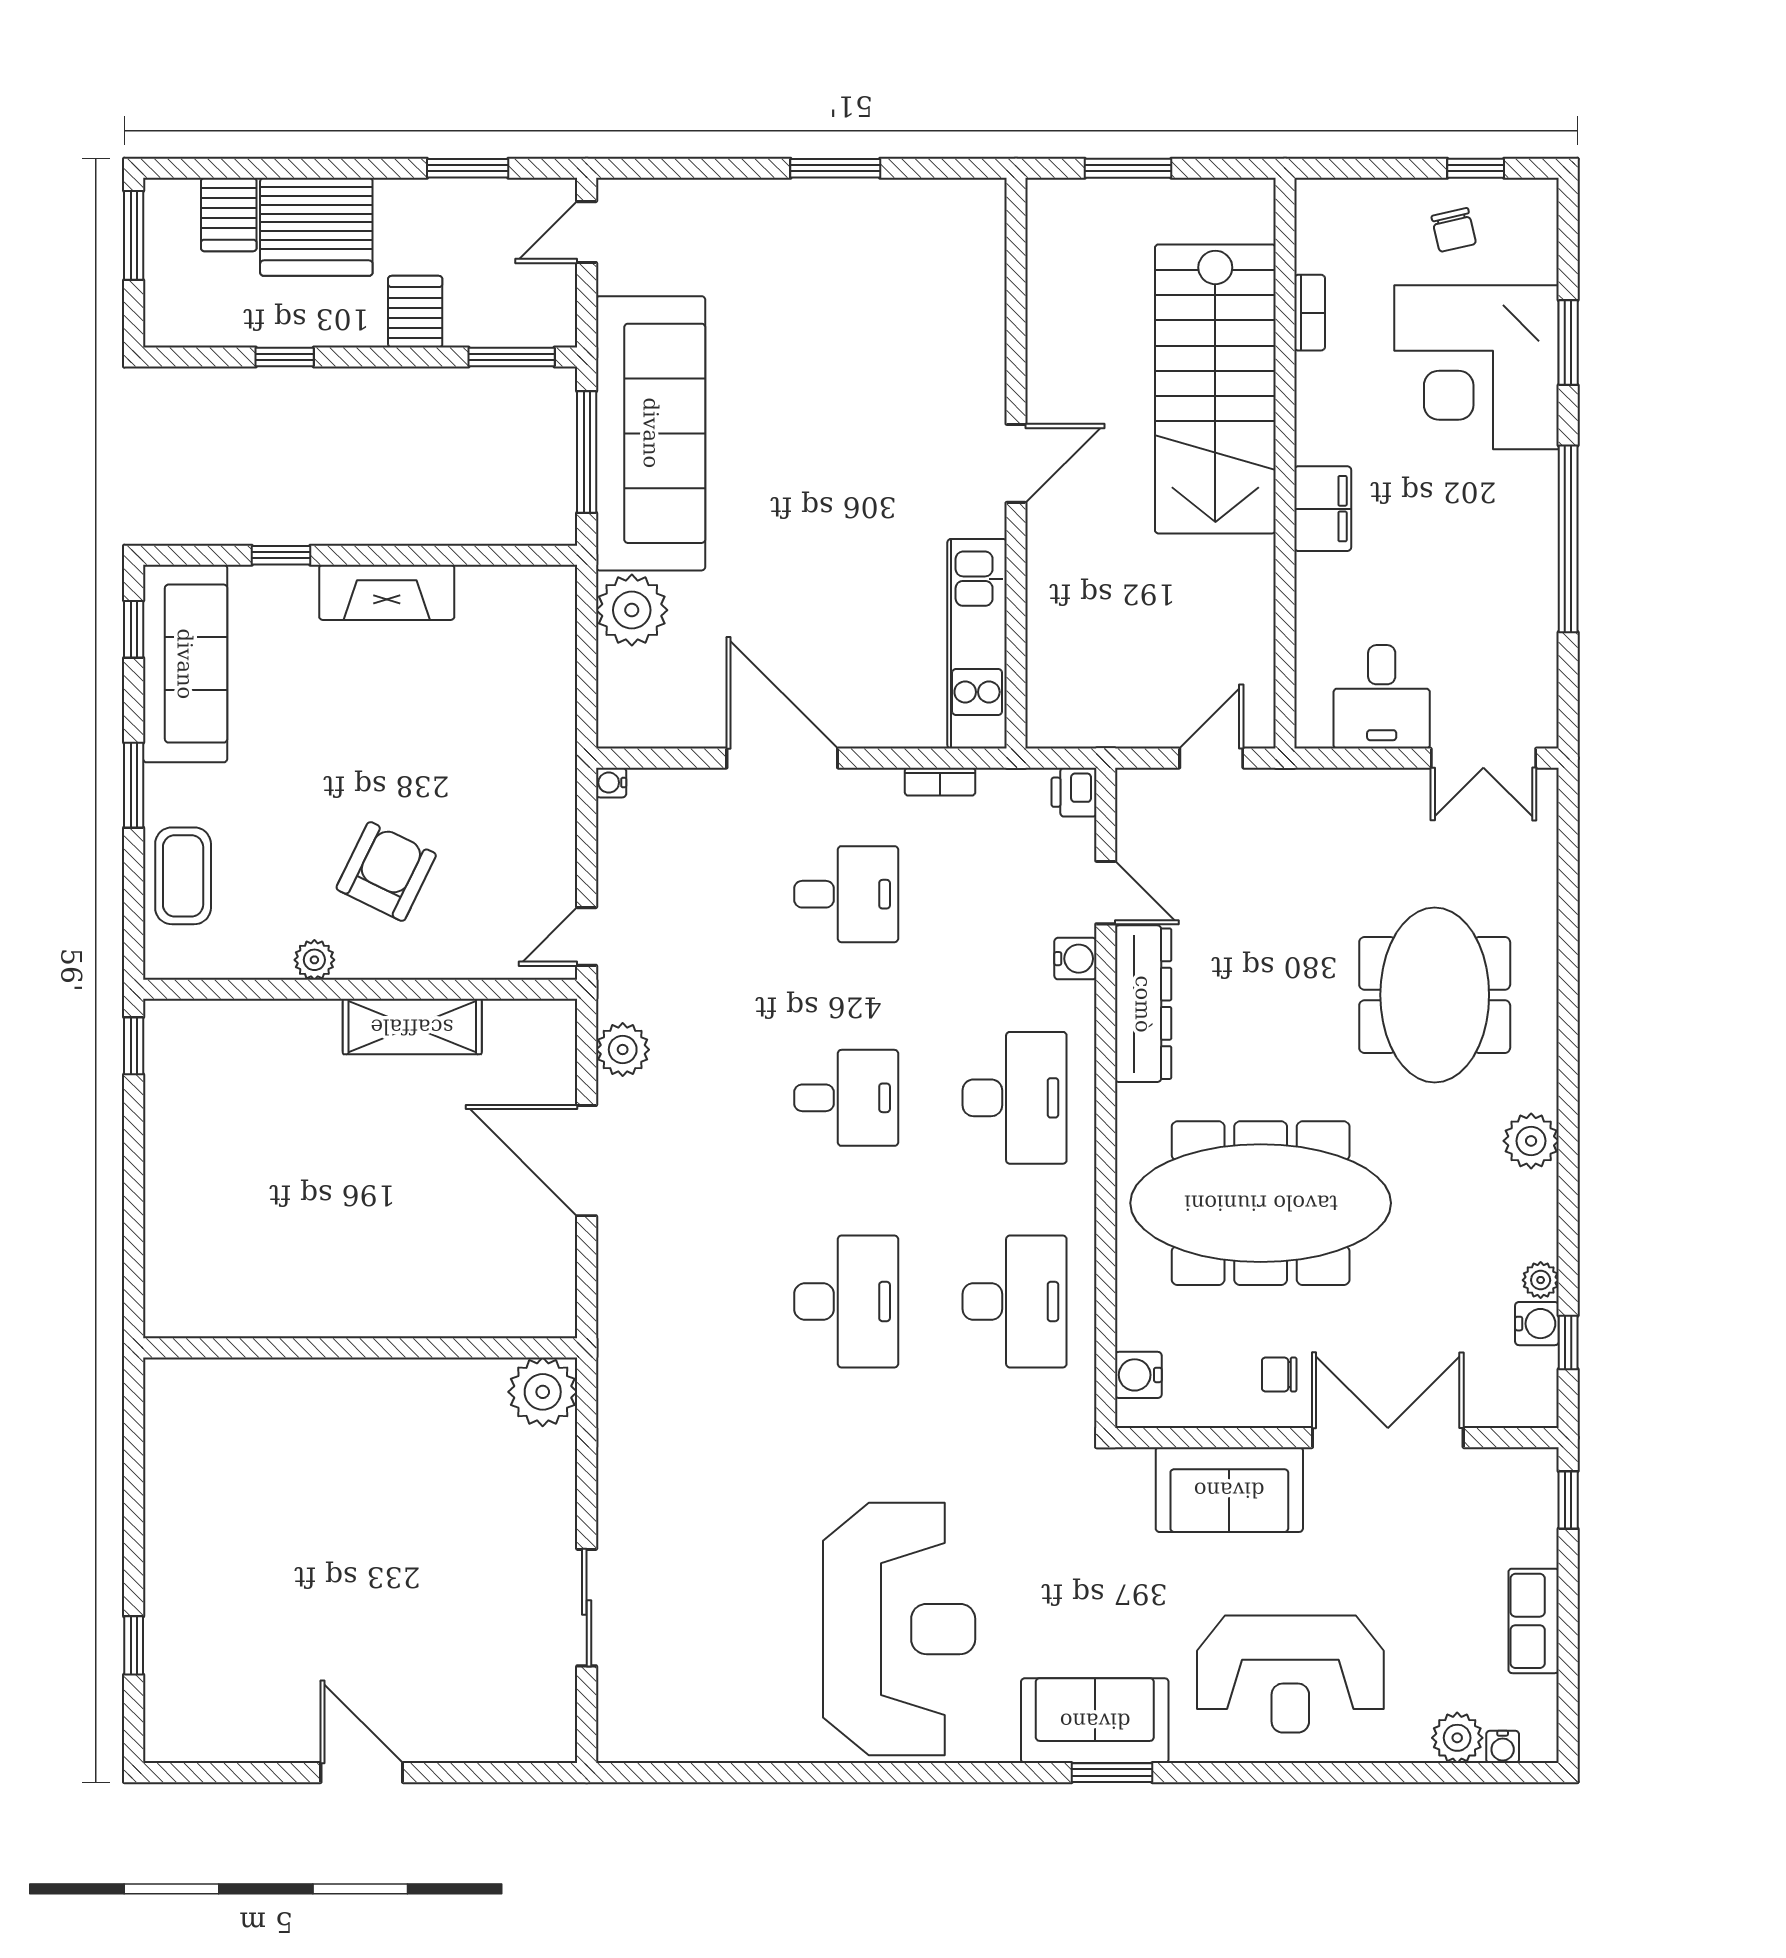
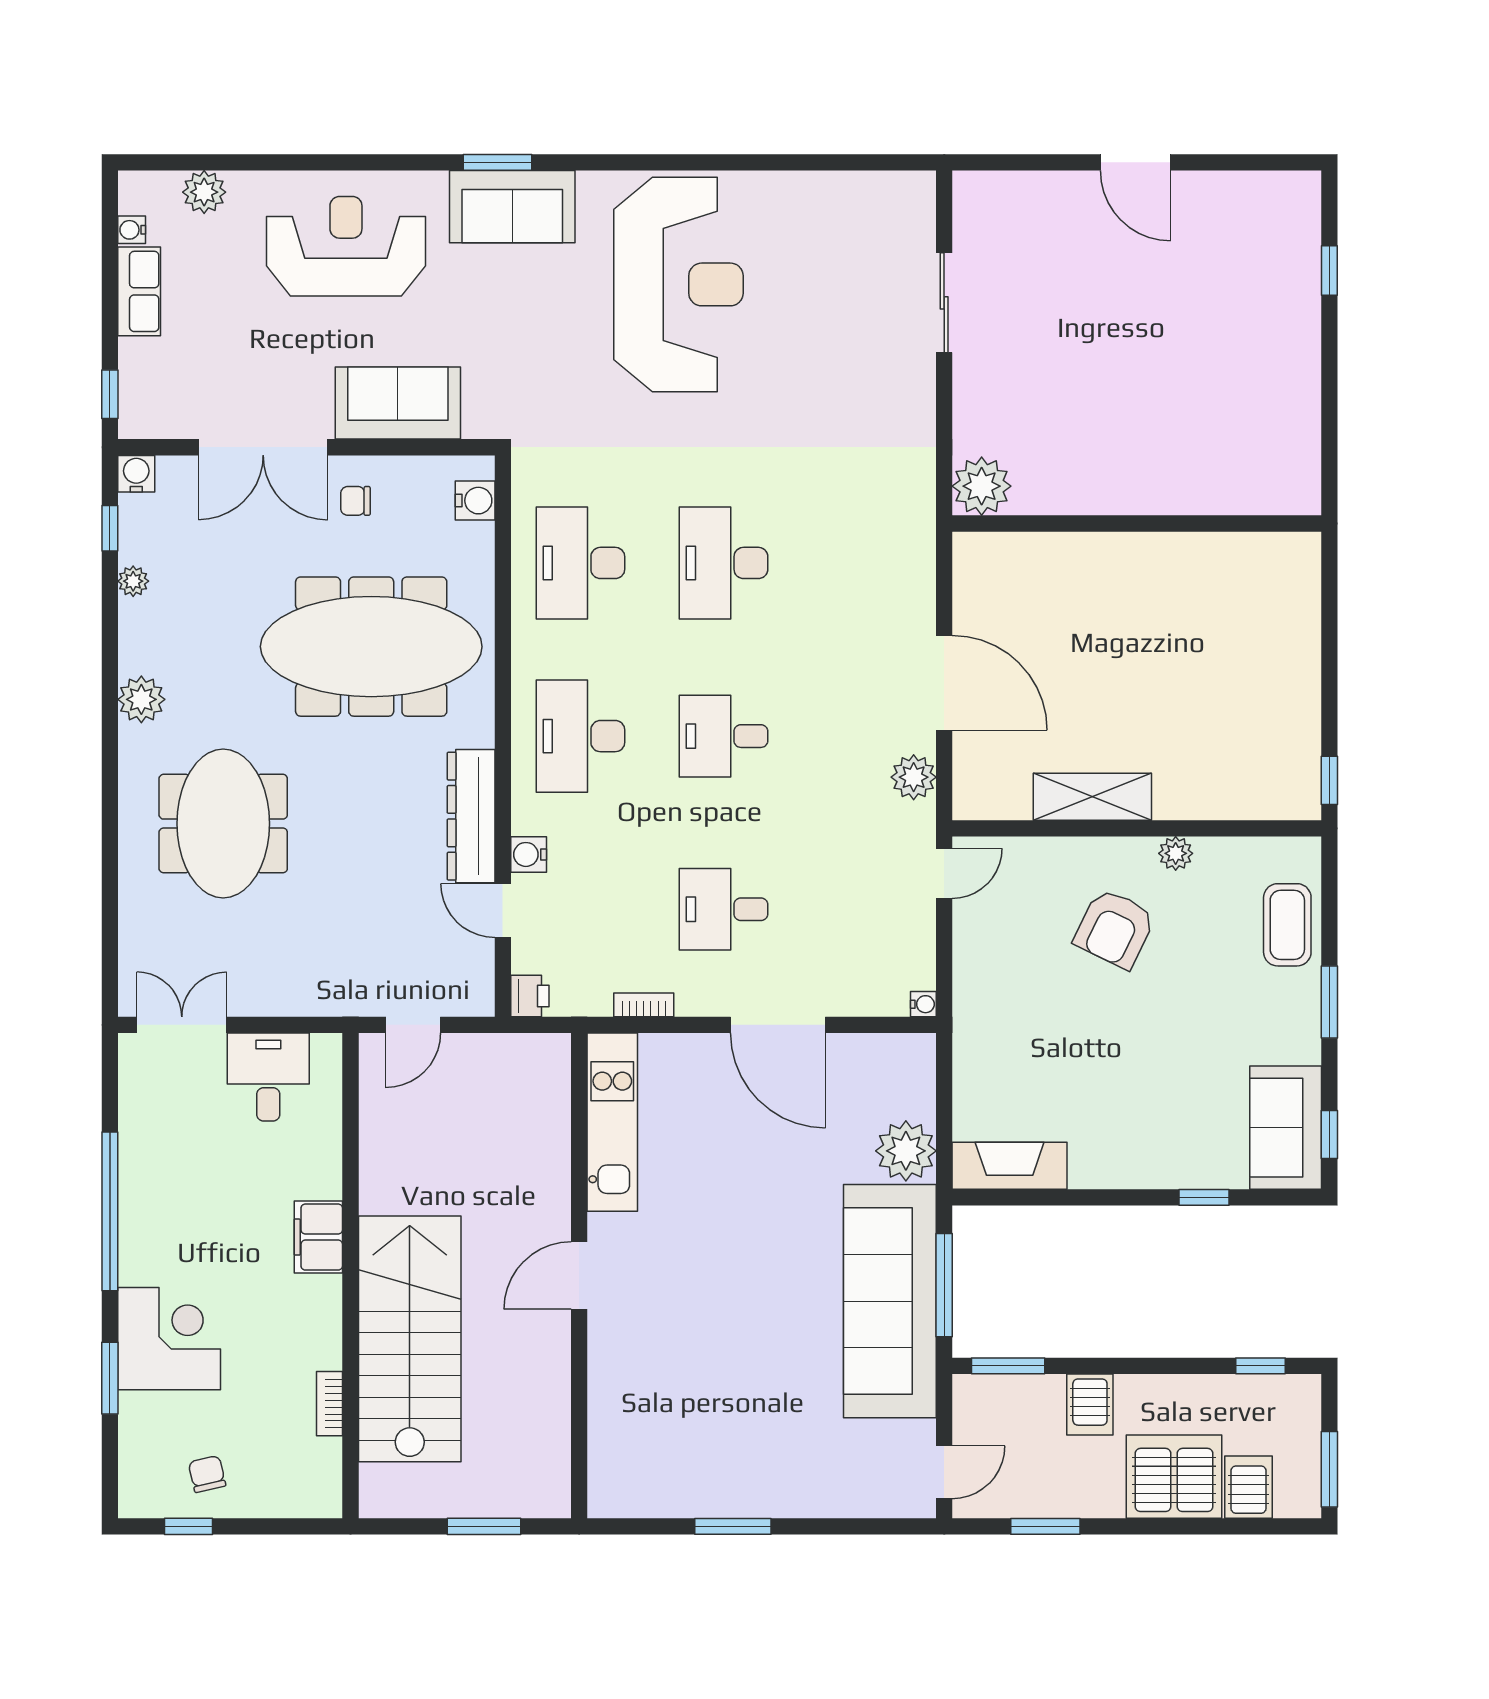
window: (285, 357) -> (1261, 1366), moved
corner desk: (1477, 367) -> (169, 1339), width x0.74, depth x0.74
fireplace: (387, 592) -> (1010, 1166), moved
sofa: (185, 664) -> (1286, 1128), width x0.73
water cooler: (1537, 1324) -> (136, 474), moved, turned 90
chair: (1279, 1374) -> (355, 501), turned 180
reception desk: (899, 1629) -> (679, 284), turned 180
water cooler: (1503, 1747) -> (132, 230), moved, turned -90

